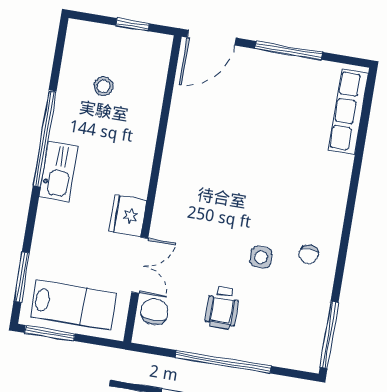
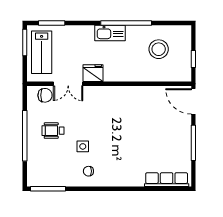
stool: (103, 86) -> (159, 49), width x1.89, depth x1.89

